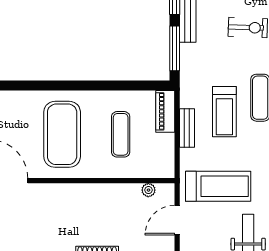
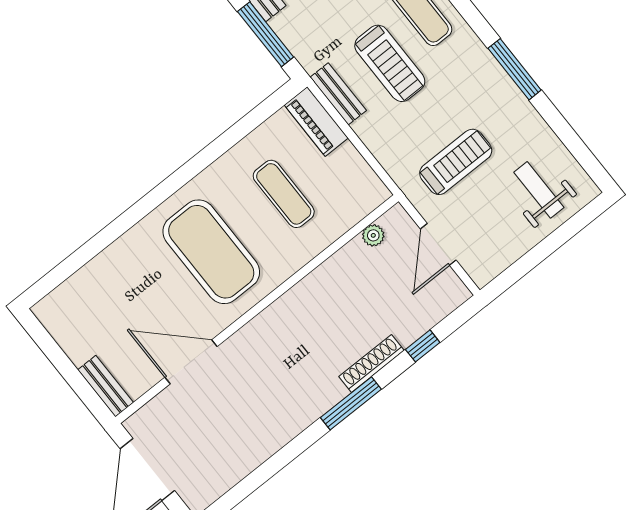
bench: (187, 128) -> (338, 94), moved
treadmill: (218, 186) -> (456, 162), width x0.73, depth x0.73

